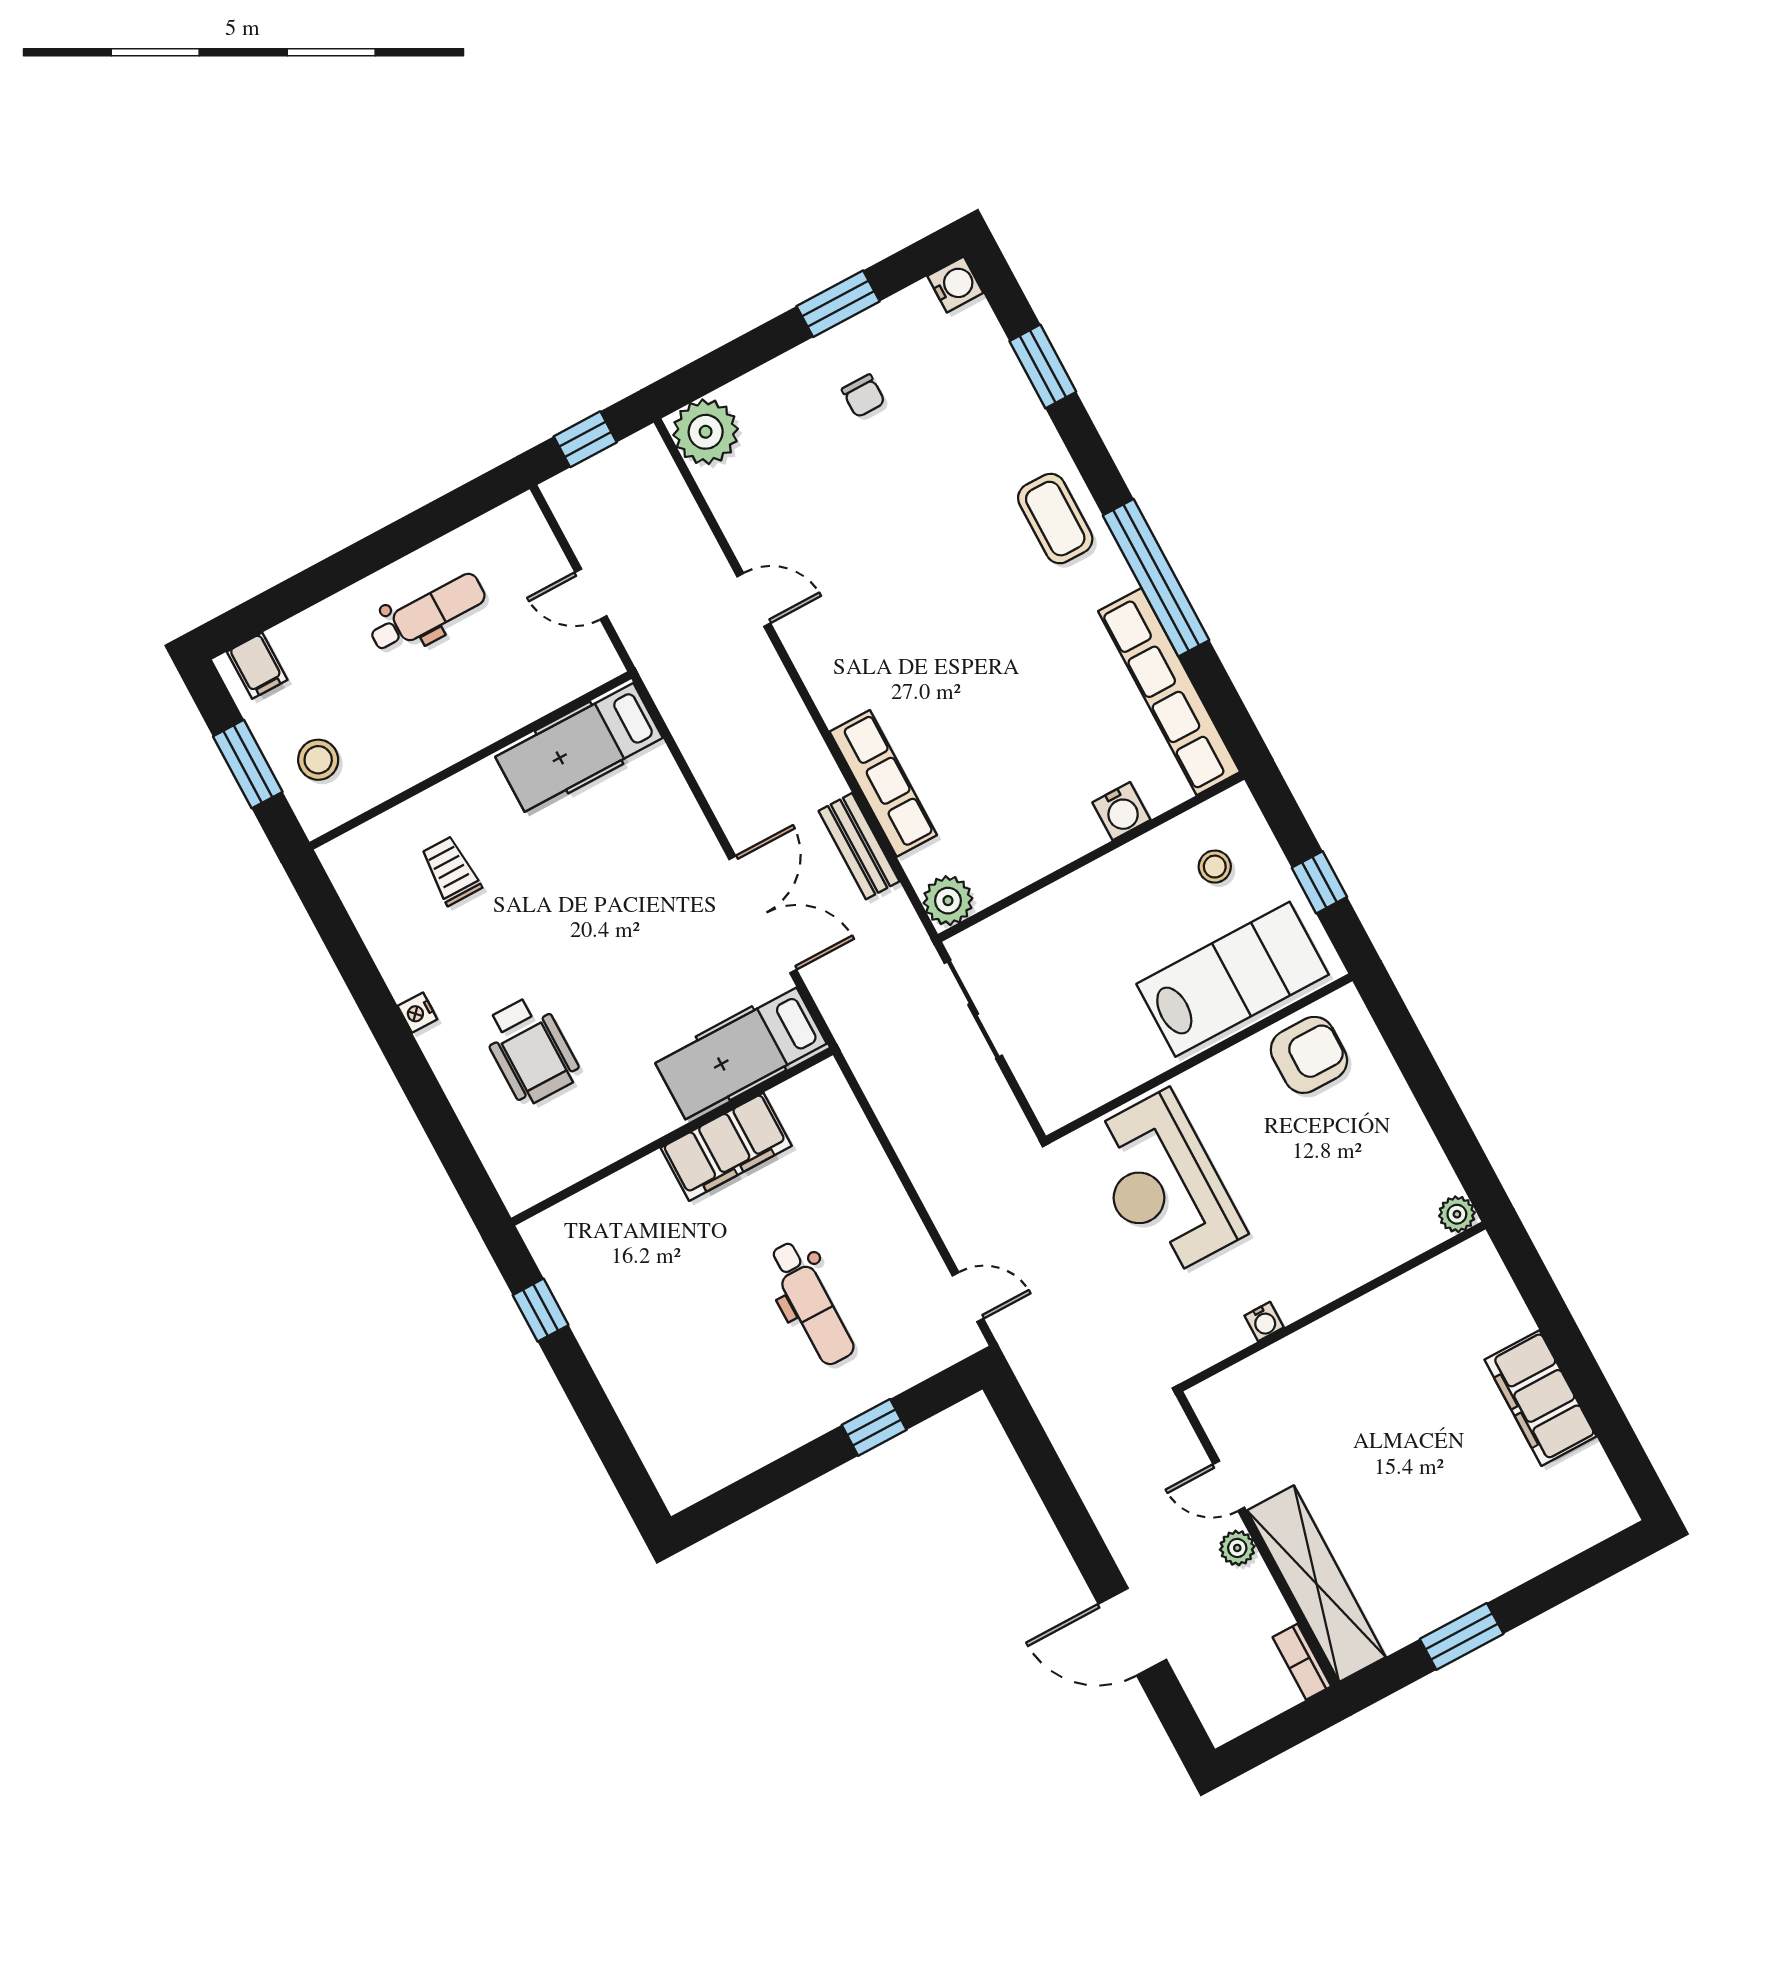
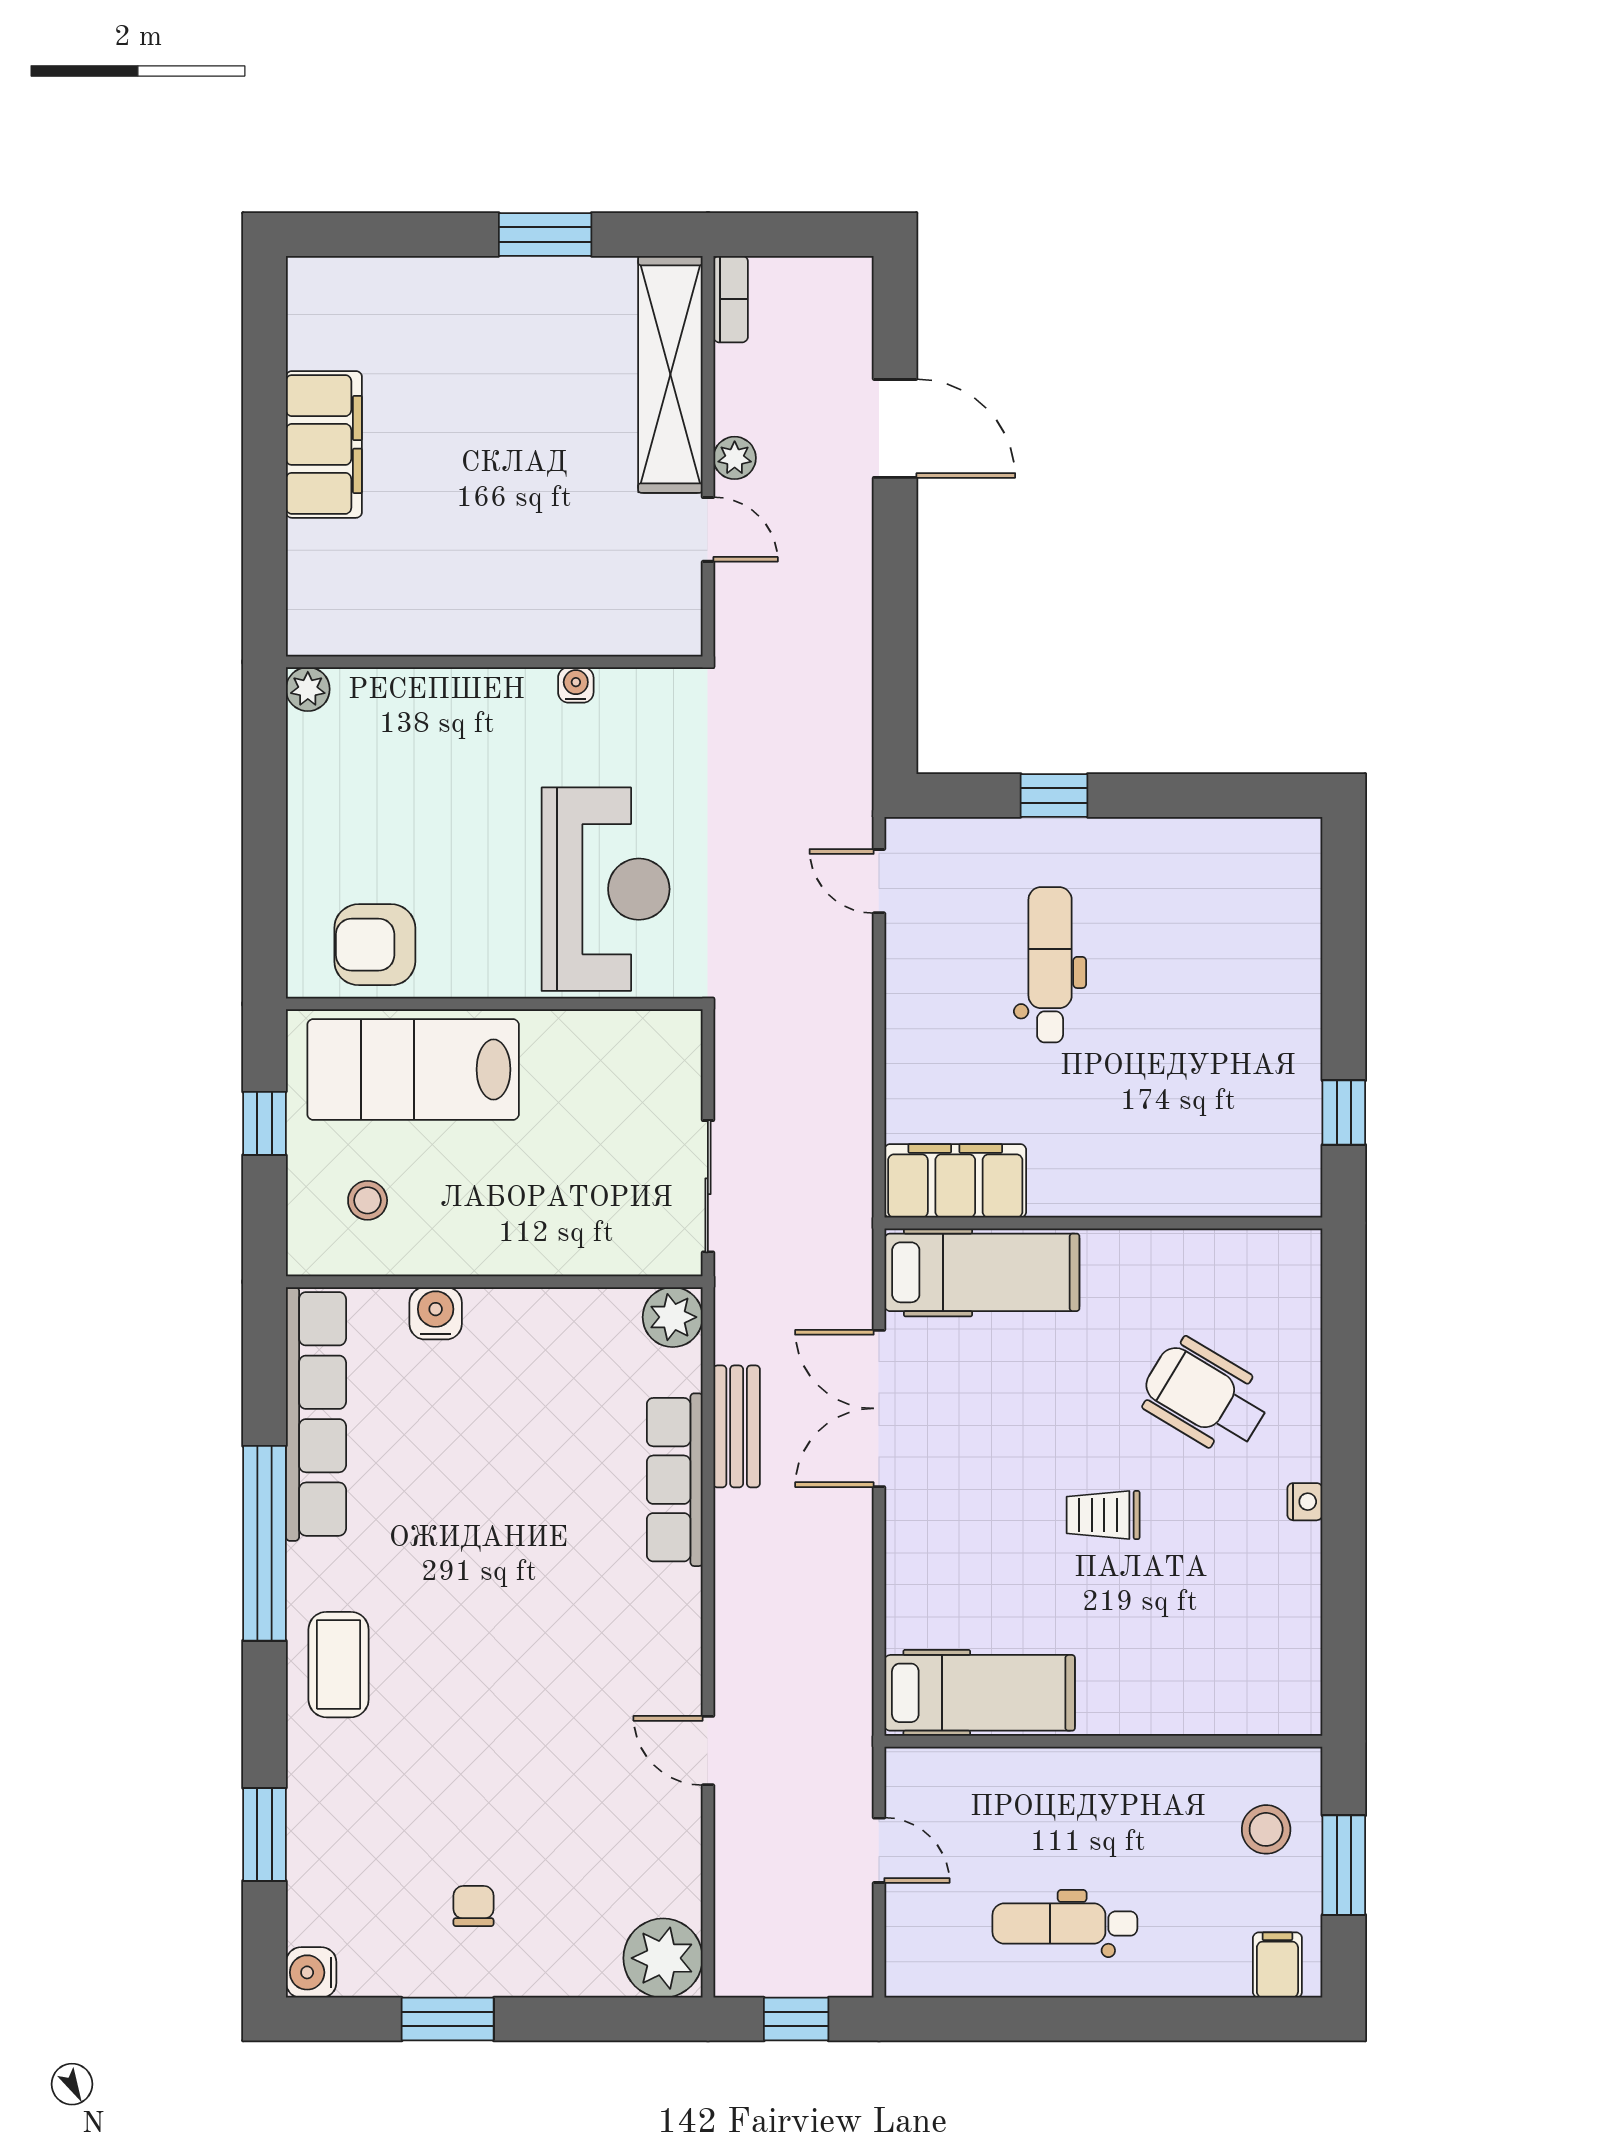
trolley: (451, 871) -> (1103, 1515), moved, turned 90
wheelchair: (530, 1050) -> (1205, 1397), turned -59
filing cabinet: (726, 1147) -> (955, 1181), moved

